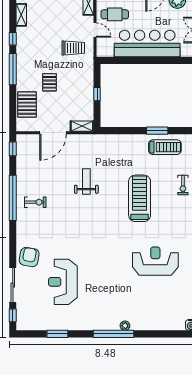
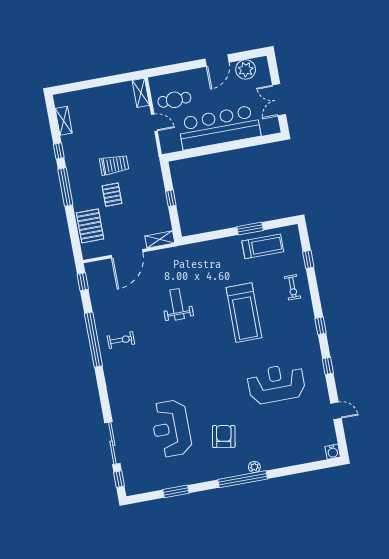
trolley: (73, 48) -> (114, 165), moved
treadmill: (140, 198) -> (244, 313), turned 180
armchair: (29, 257) -> (224, 436), moved

